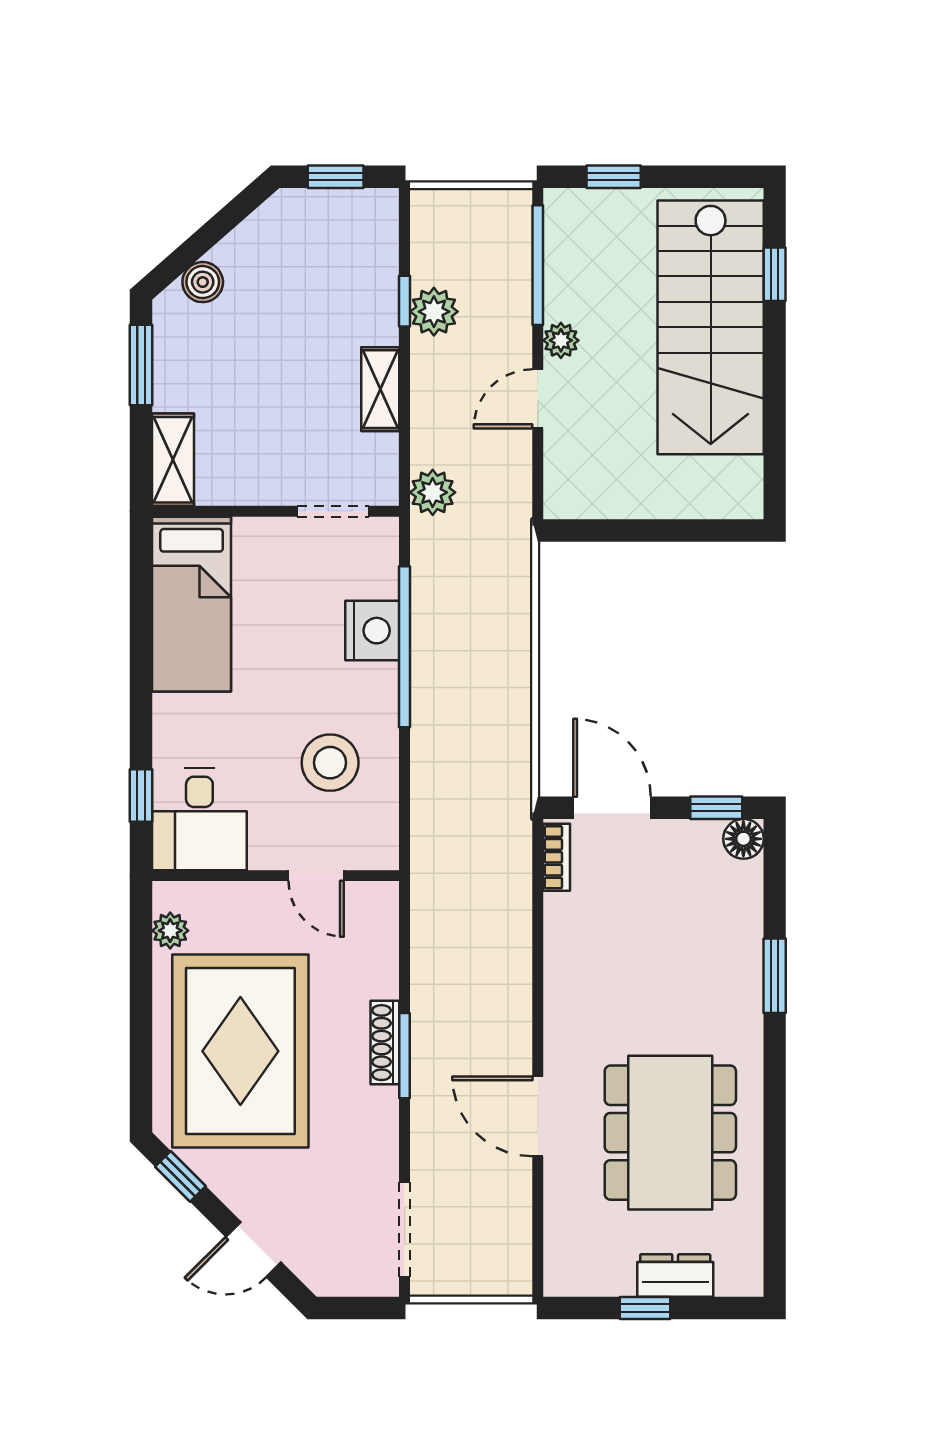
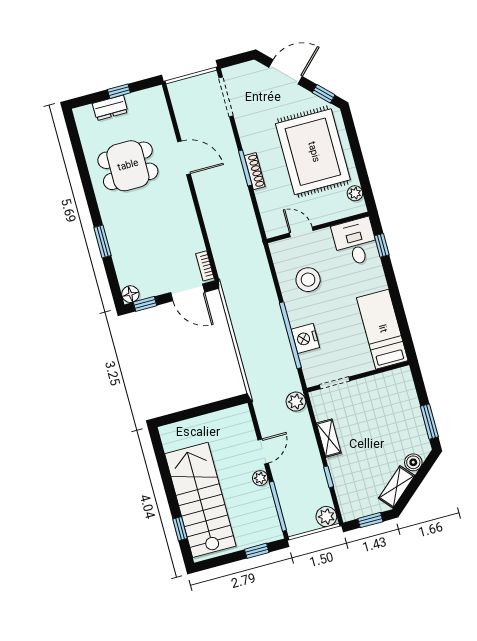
plant: (434, 312) -> (326, 517), moved
shelving: (173, 460) -> (397, 487), moved, turned 49
dining table: (670, 1133) -> (128, 166), width x0.73
door: (254, 1250) -> (286, 72), width x1.38

